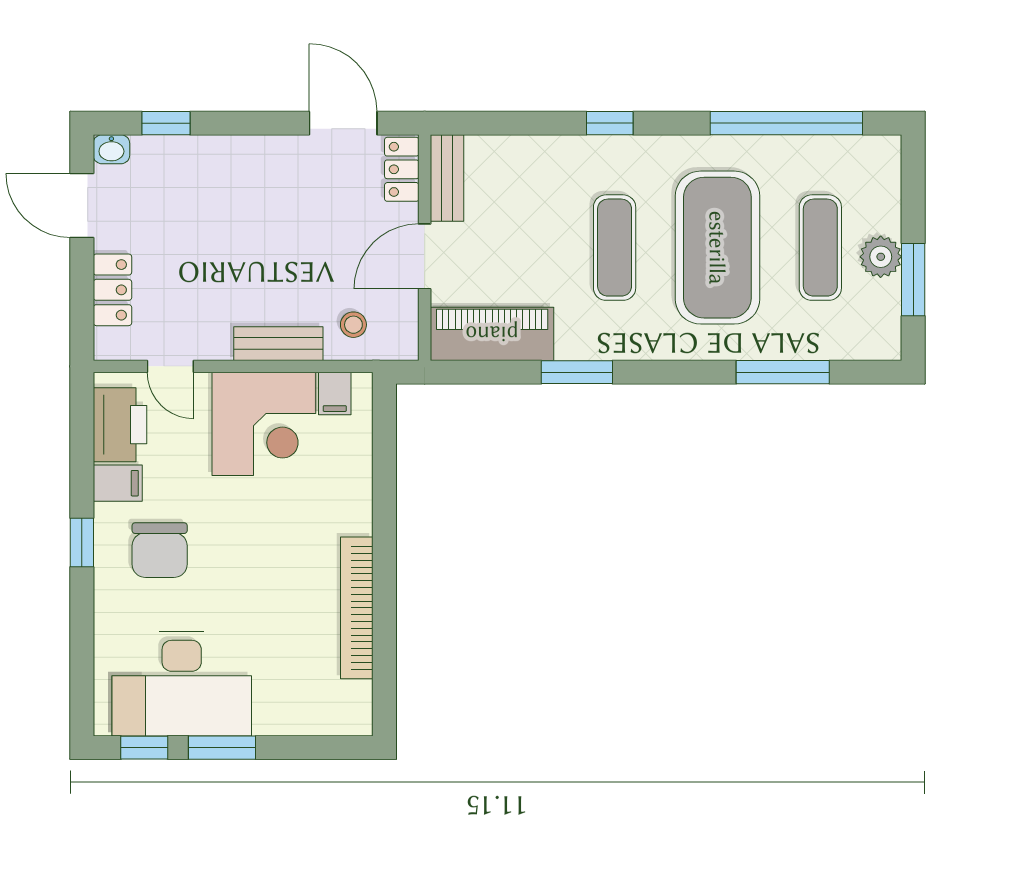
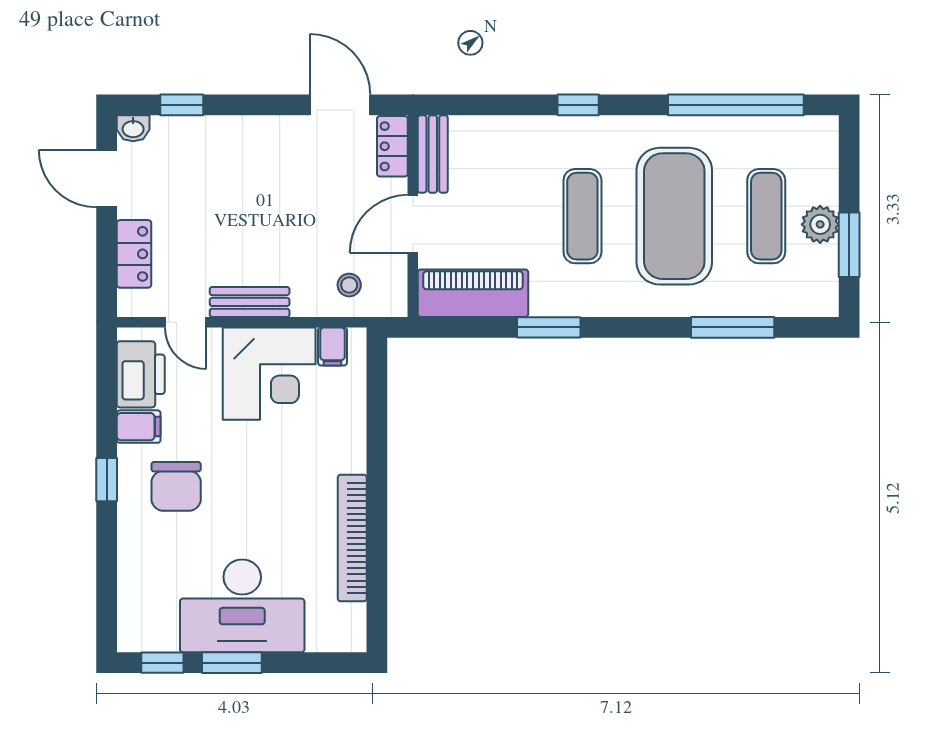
bench: (278, 344) -> (250, 302), moved
desk: (182, 684) -> (242, 606), moved

